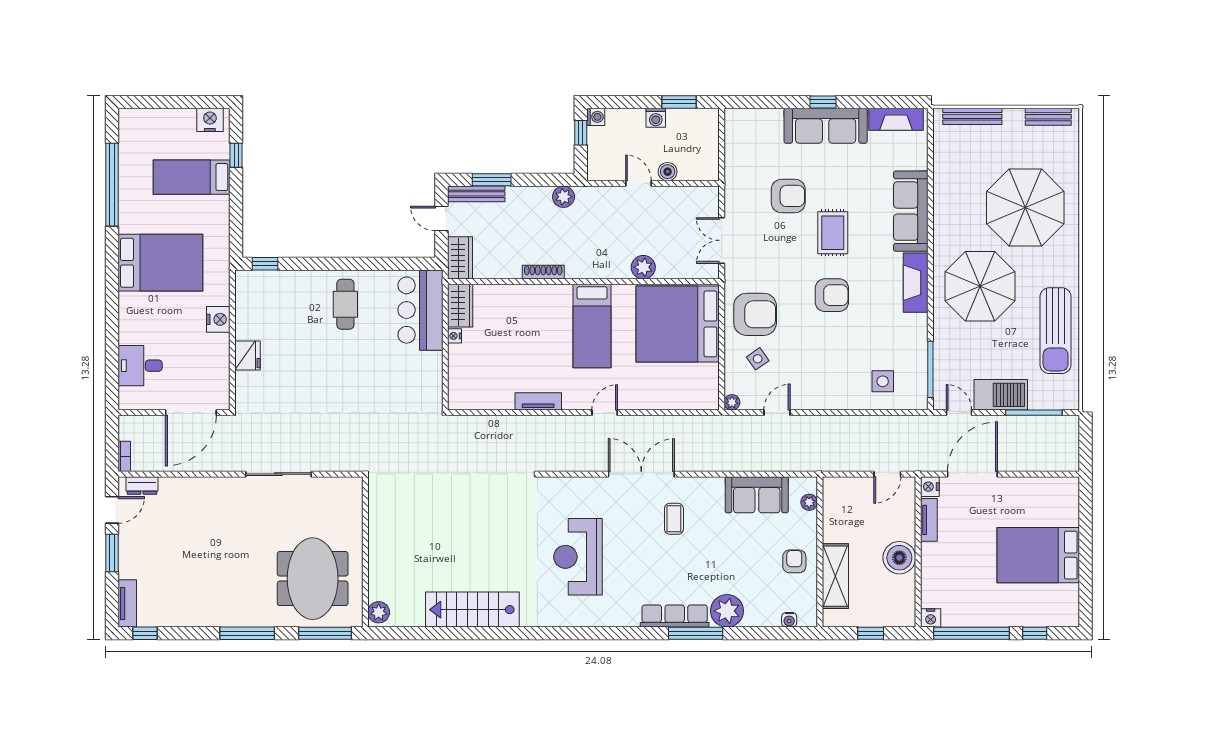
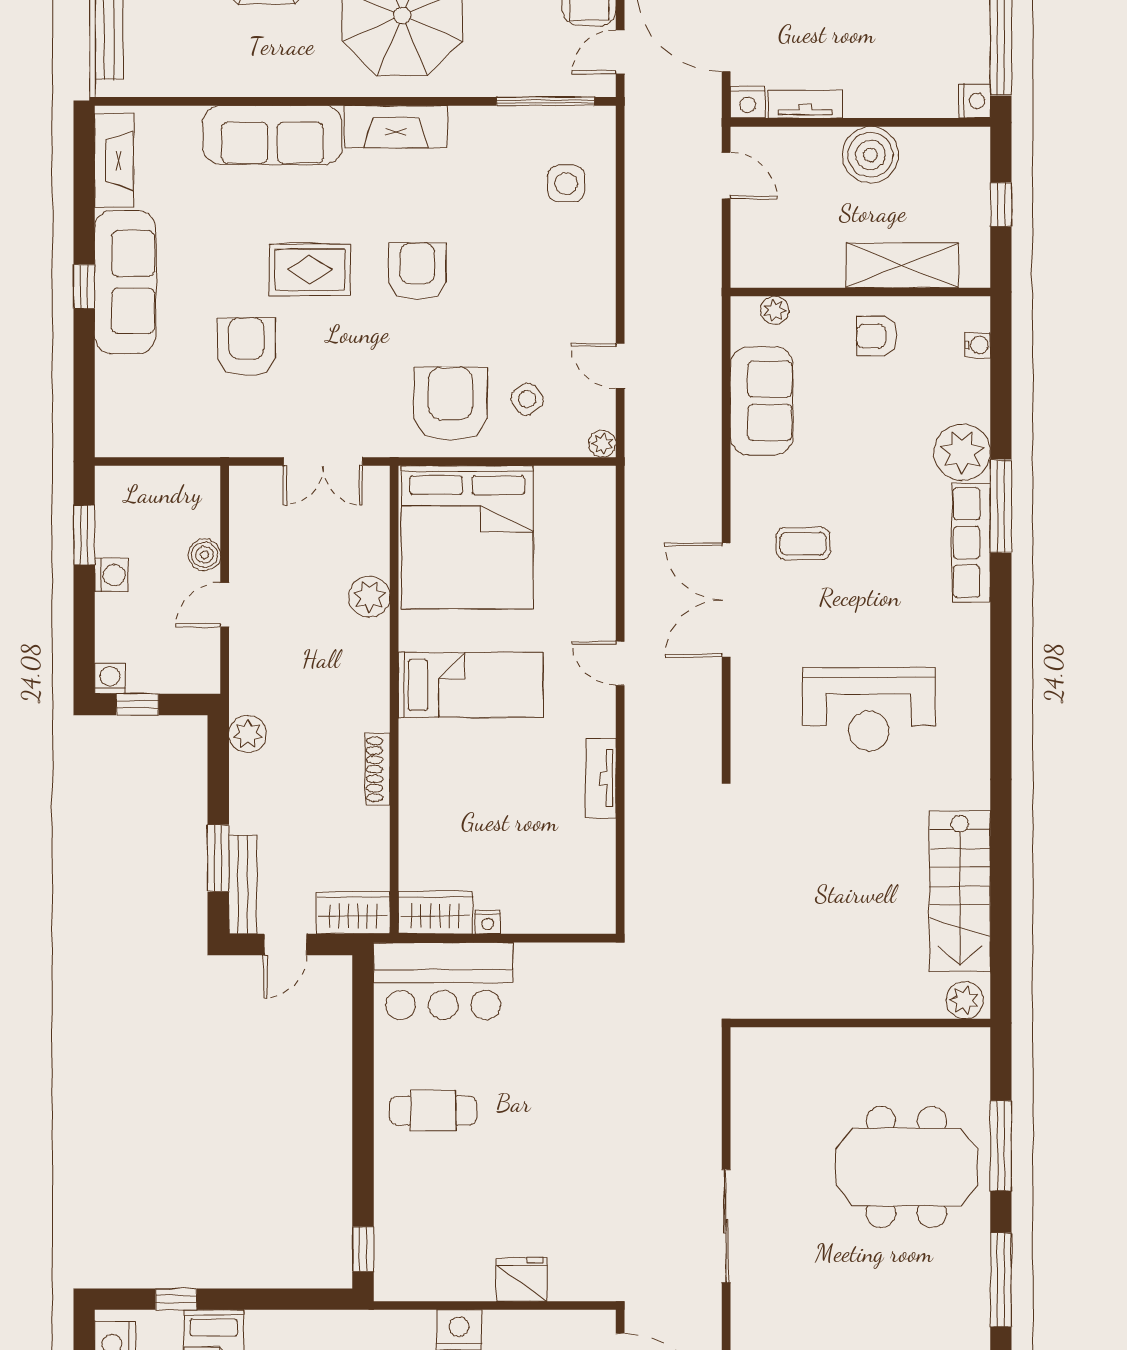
wall: (365, 552) -> (860, 1023), moved
plant: (379, 612) -> (965, 1000), moved

